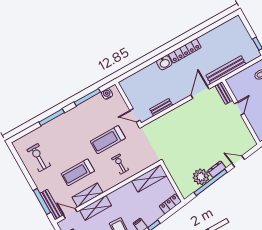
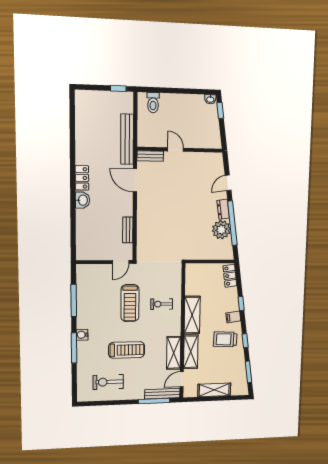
locker: (185, 51) -> (82, 178), width x0.66
water cooler: (107, 94) -> (82, 335), moved
treadmill: (78, 172) -> (127, 350), moved, turned -90
shelving: (149, 178) -> (192, 315), moved

